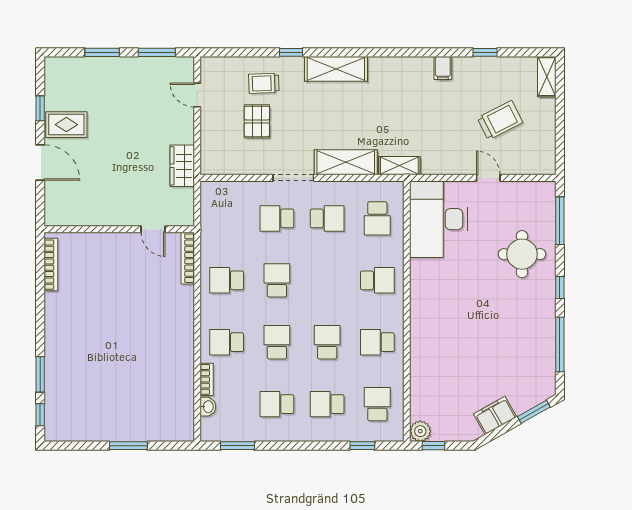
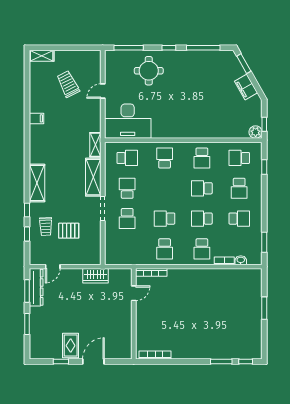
window: (485, 52) -> (27, 234), moved
dresser: (163, 67) -> (36, 287), added
school desk: (277, 404) -> (239, 219), turned -90

